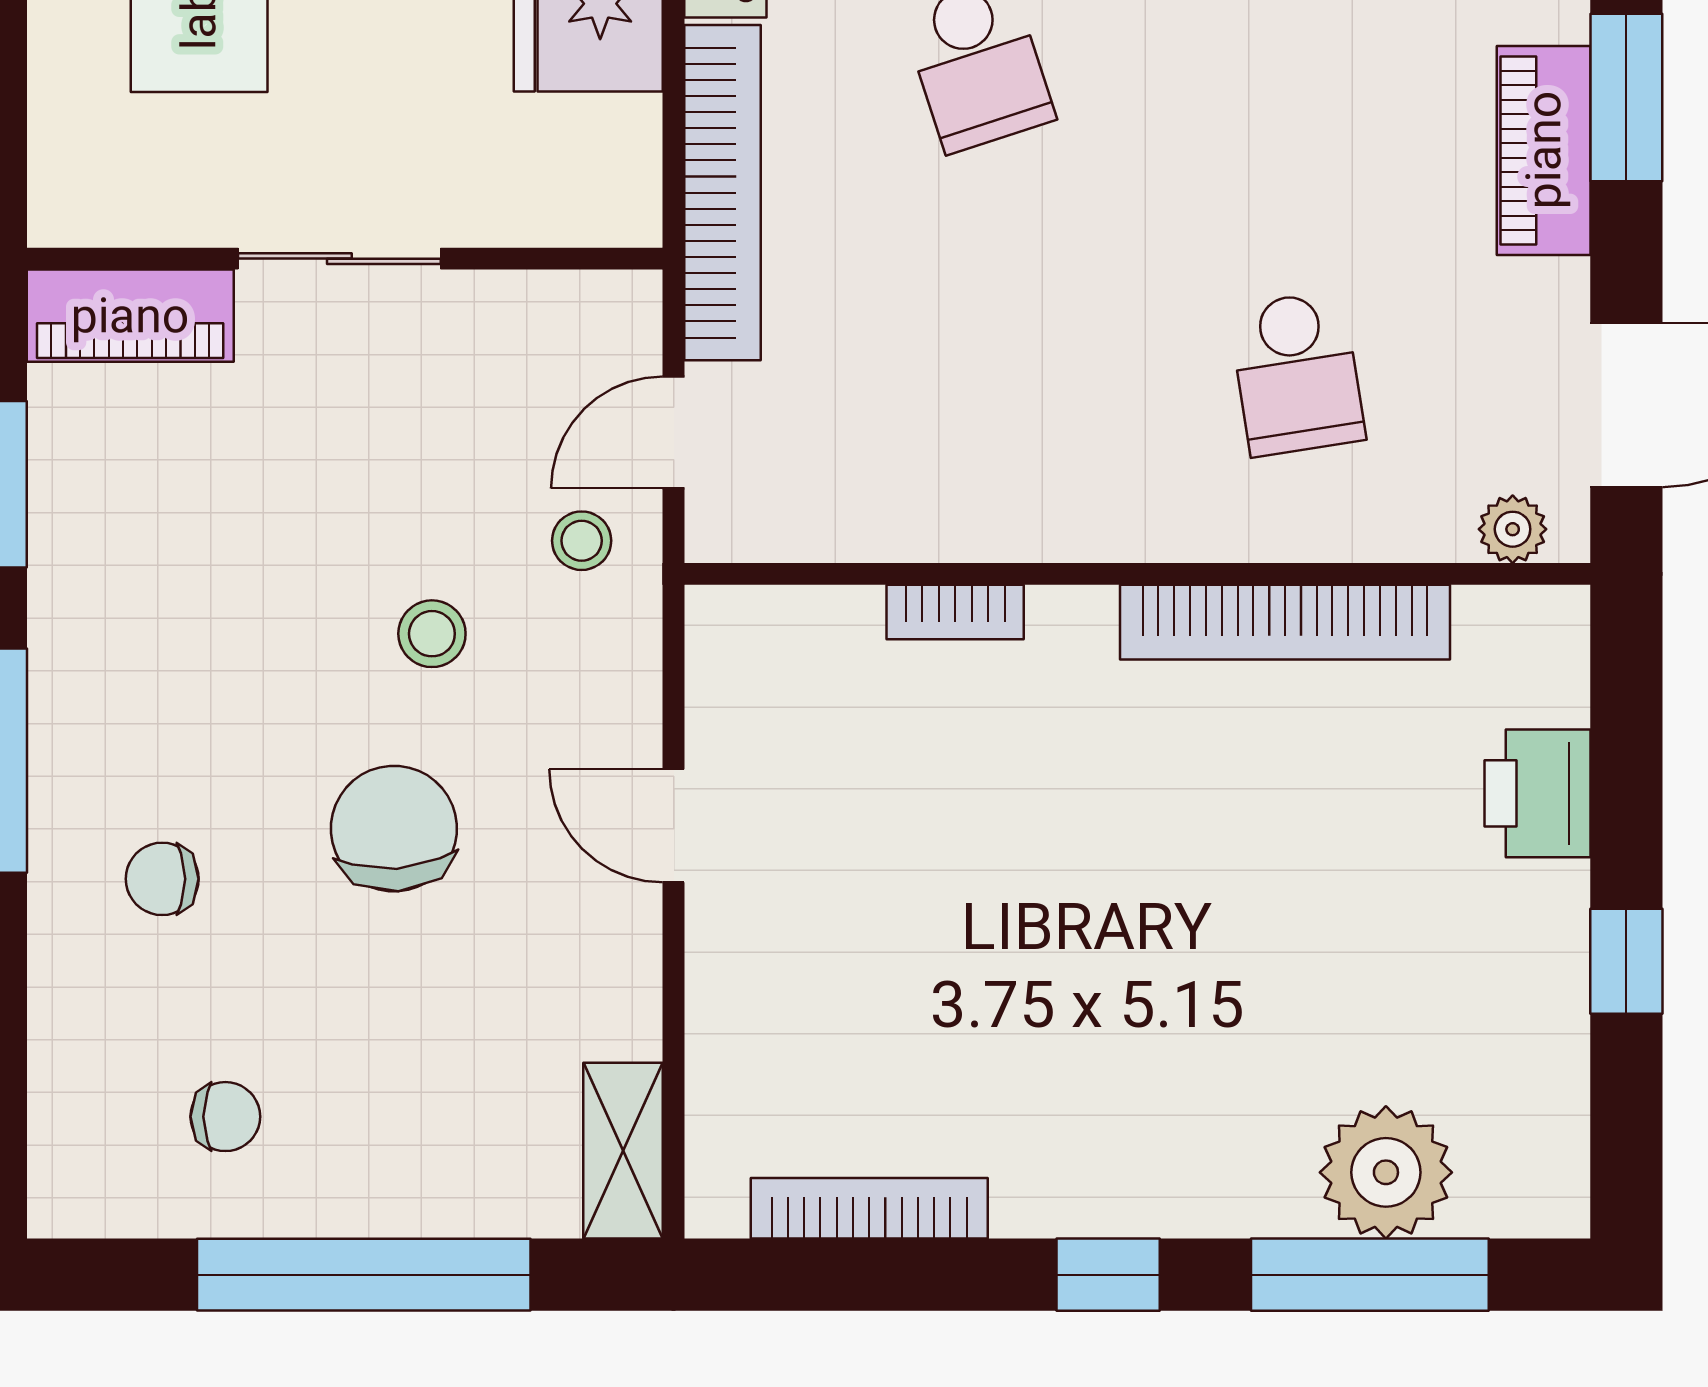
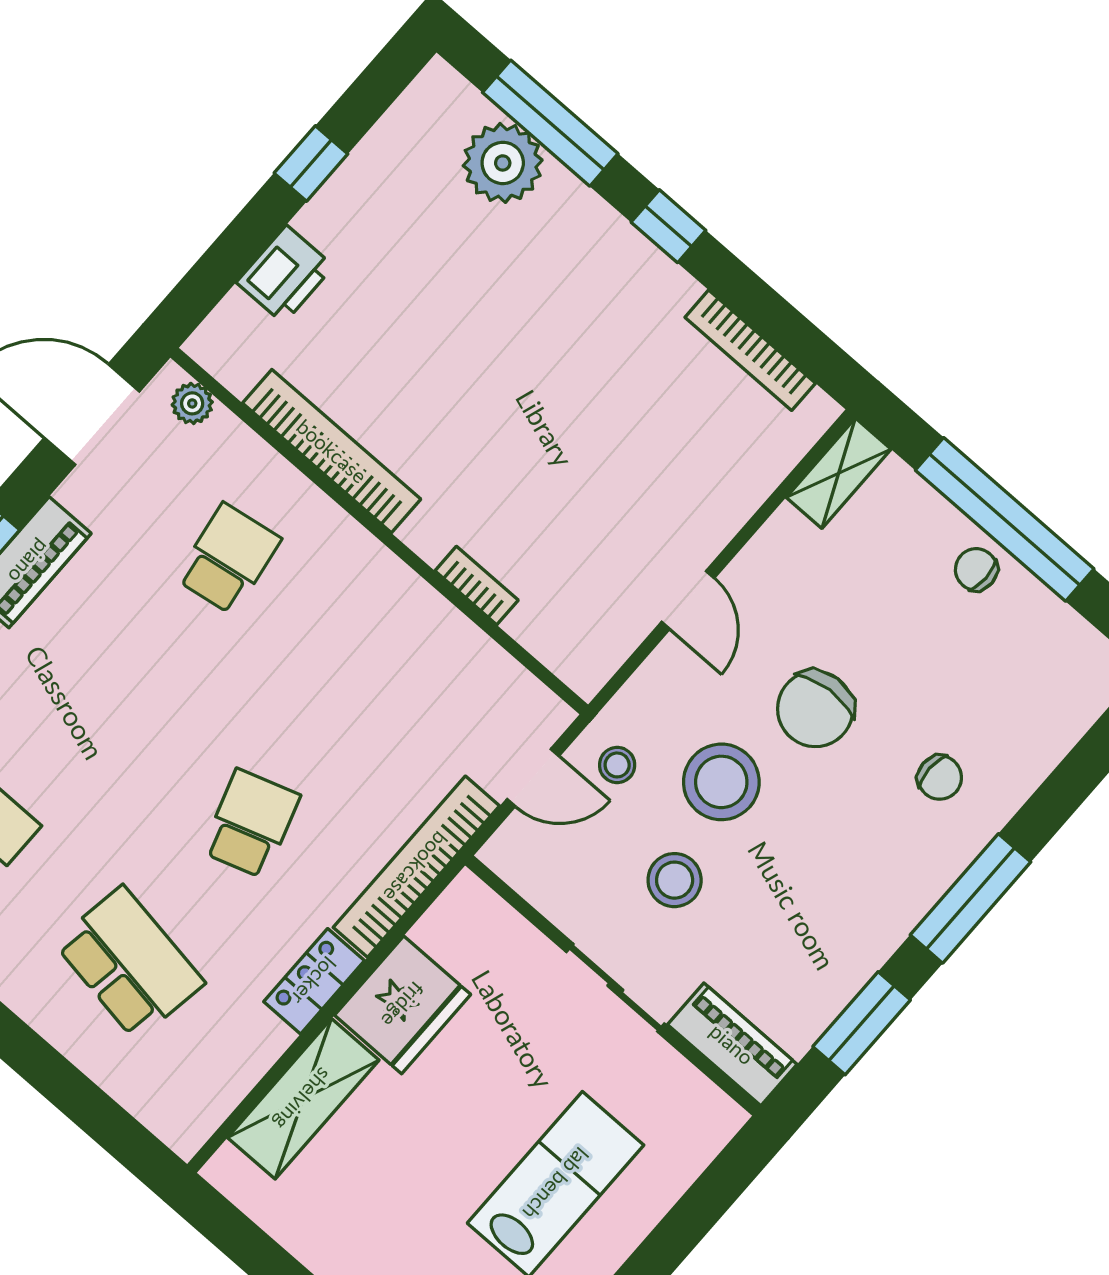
stool: (383, 459) -> (675, 880), added
stool: (432, 634) -> (721, 782), width x1.89, depth x1.89
chair: (225, 1117) -> (976, 569), moved

